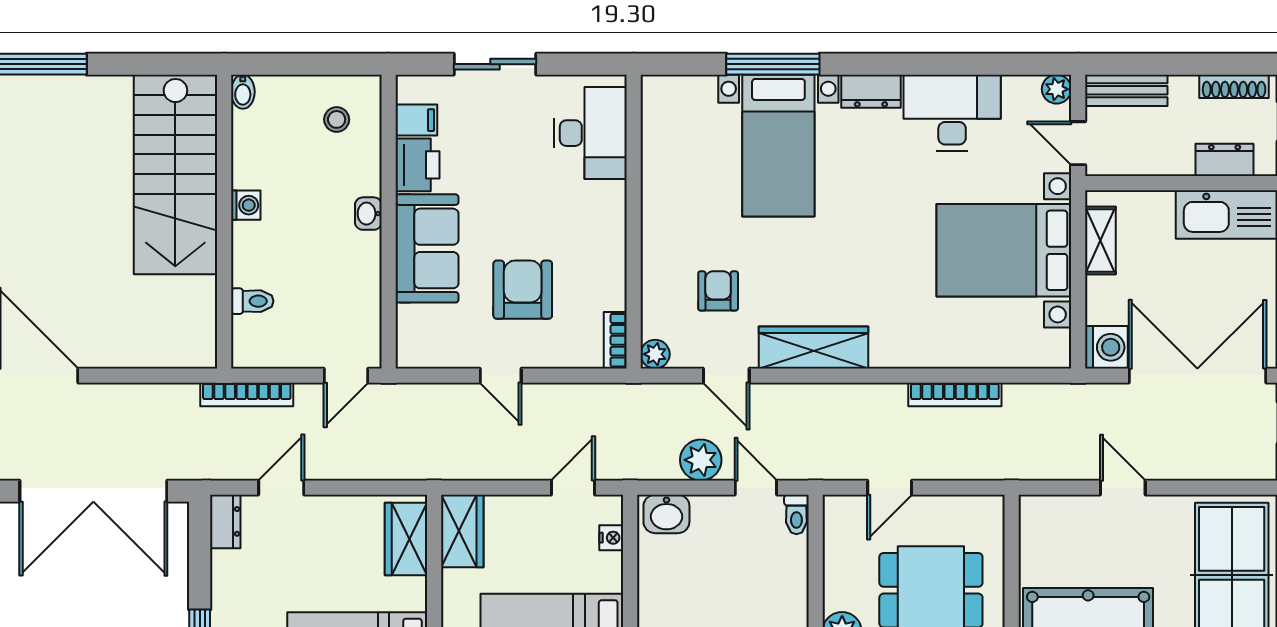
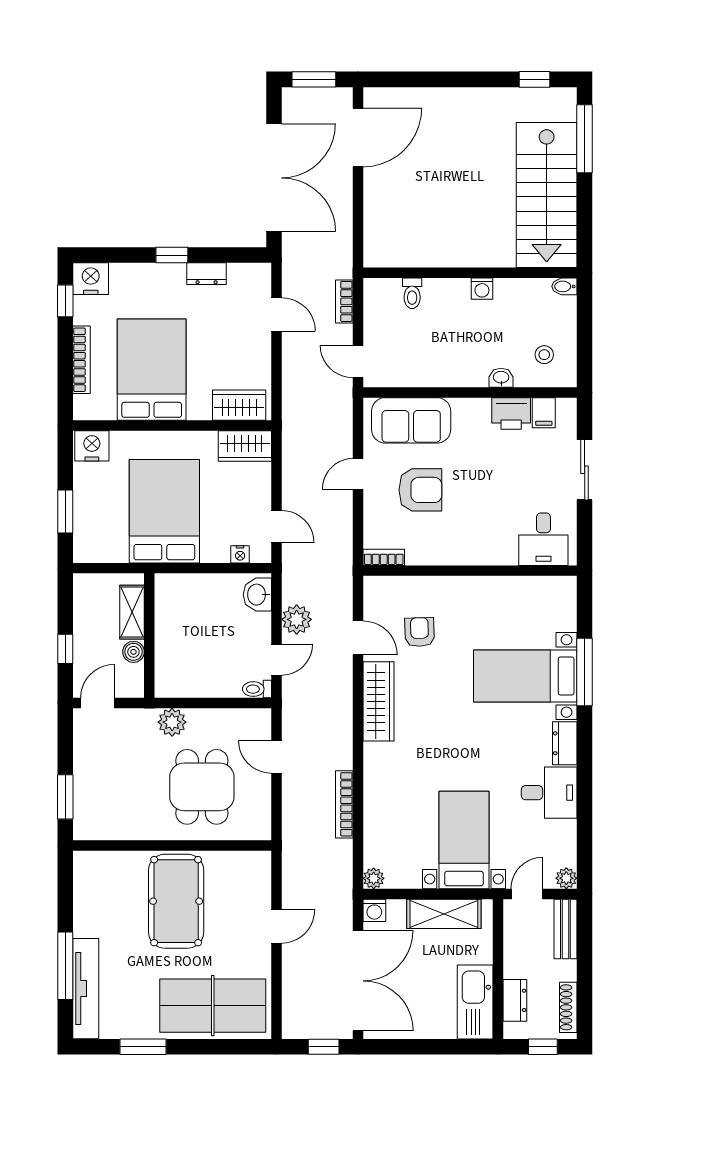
desk: (952, 113) -> (549, 793), width x0.73
desk: (590, 133) -> (543, 539), width x0.73
stairs: (175, 174) -> (547, 195), moved, turned -90
washbasin: (368, 214) -> (501, 378), moved
shelving: (1100, 240) -> (444, 914), width x1.50, depth x1.33
sofa: (427, 248) -> (411, 420), moved
bed with nightstands: (1004, 250) -> (464, 840), width x0.73
armchair: (718, 291) -> (420, 632), turned -92
washing machine: (1106, 347) -> (374, 910), width x0.73, depth x0.73
plant: (655, 354) -> (374, 878), moved
door: (726, 376) -> (358, 638), swing flipped
bookcase: (247, 394) -> (344, 301), width x0.64
double door: (93, 491) -> (274, 178), swing flipped
dresser: (225, 521) -> (207, 274), moved

